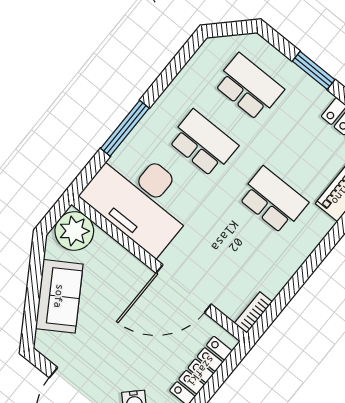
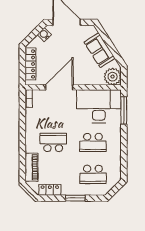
window: (125, 128) -> (124, 110), moved
school desk: (273, 200) -> (53, 142), turned 180

